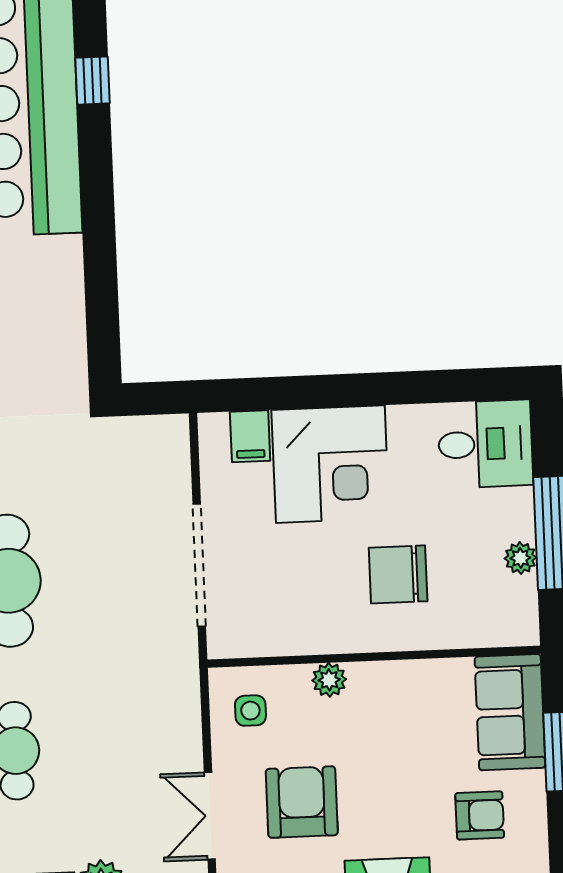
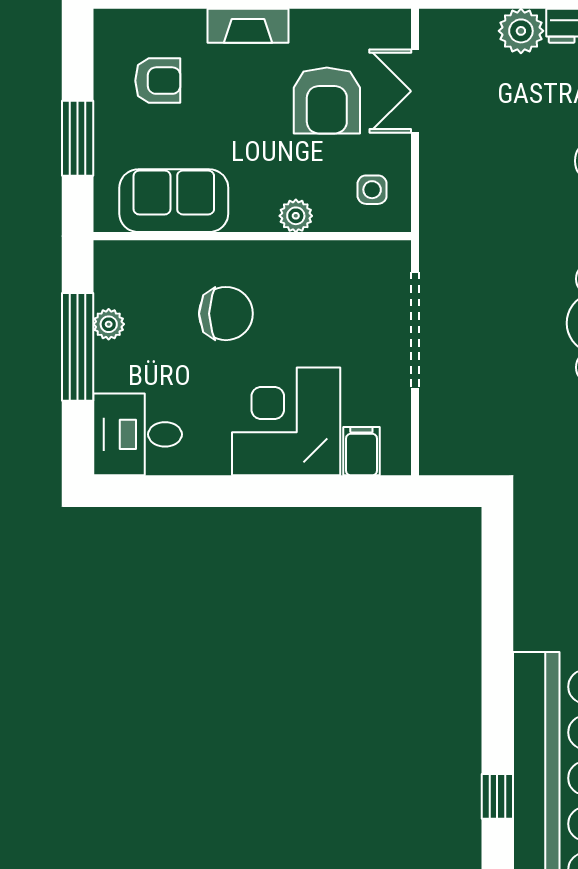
sofa: (510, 712) -> (174, 201), moved, turned -90
armchair: (480, 815) -> (158, 81), turned 180
double door: (210, 816) -> (415, 91), swing flipped

